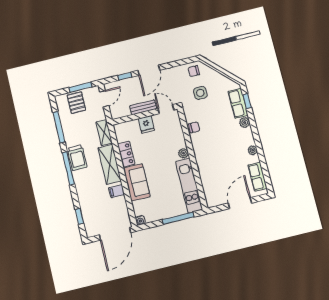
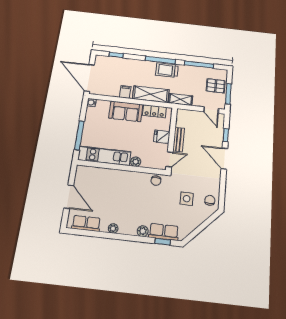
bench: (143, 107) -> (179, 139), moved
door: (166, 109) -> (169, 159), moved
wall: (145, 114) -> (172, 138), moved
fridge: (146, 124) -> (162, 137), moved

